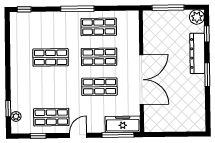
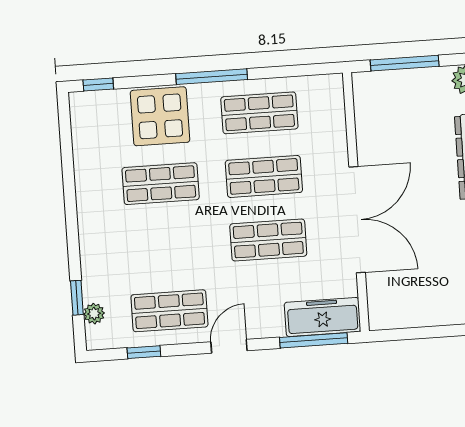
display table: (52, 26) -> (160, 116), added

